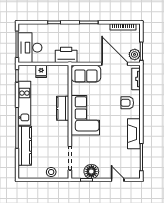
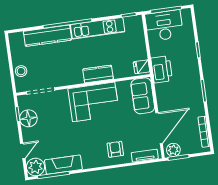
fridge: (41, 71) -> (141, 67), moved
fireplace: (134, 134) -> (63, 165), moved
plant: (133, 171) -> (36, 167), added

